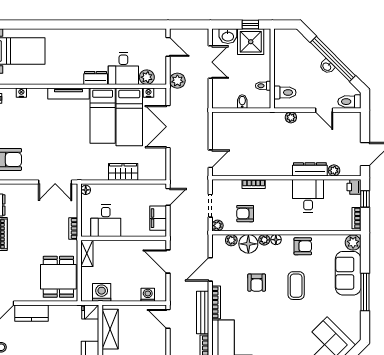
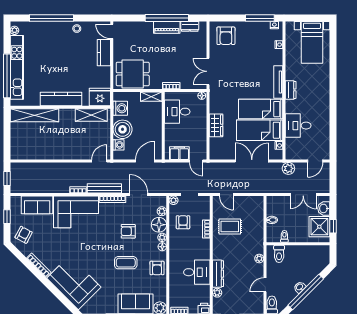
plant: (147, 77) -> (291, 144), removed
dresser: (96, 78) -> (291, 90), moved
rug: (251, 155) -> (230, 227), added
boiler: (128, 290) -> (123, 129), added
fridge: (90, 312) -> (100, 97), width x1.88, depth x1.34

